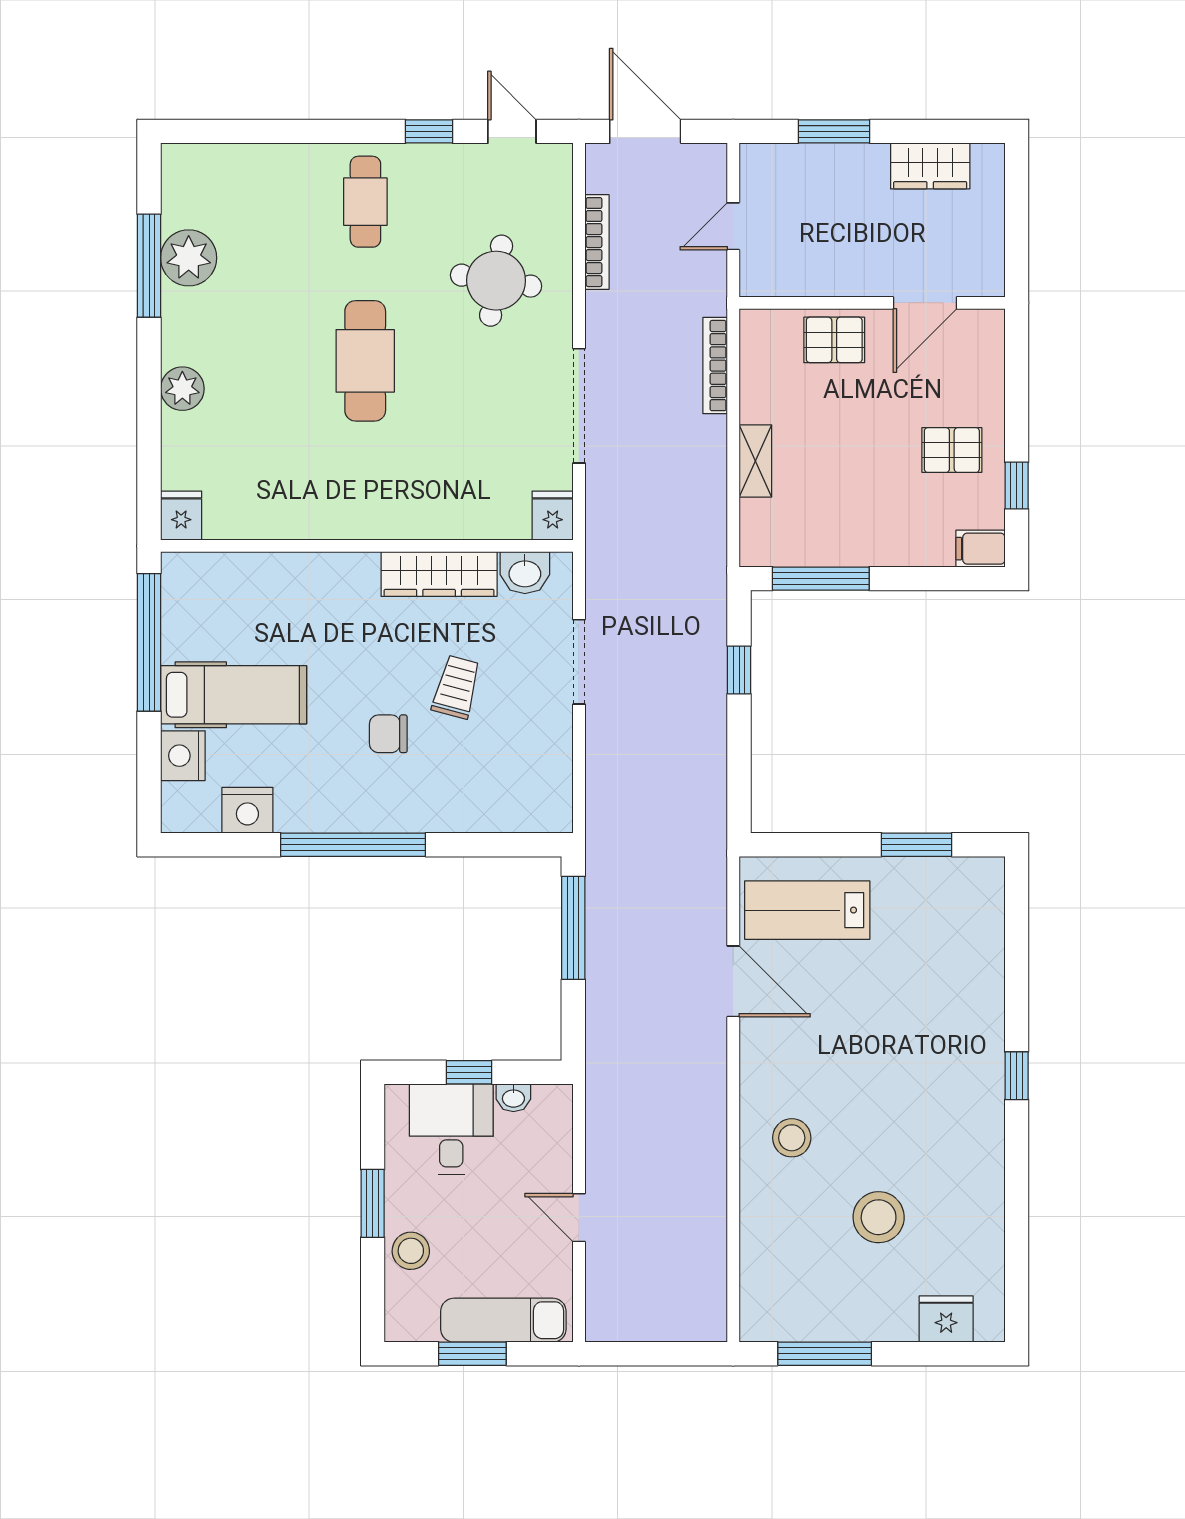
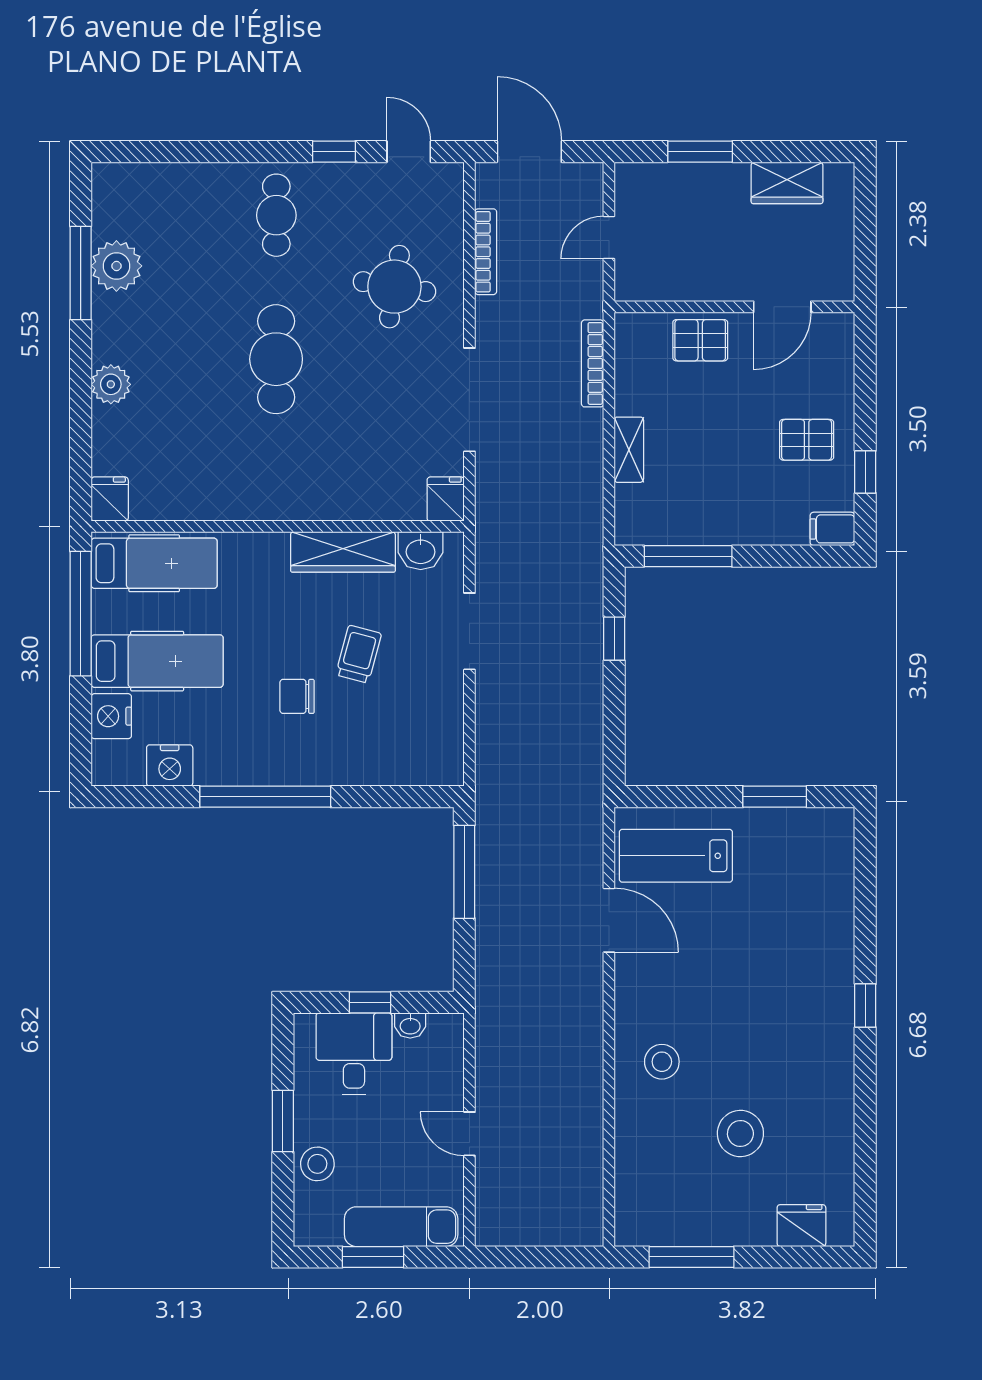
hospital bed: (230, 587) -> (154, 563), added

